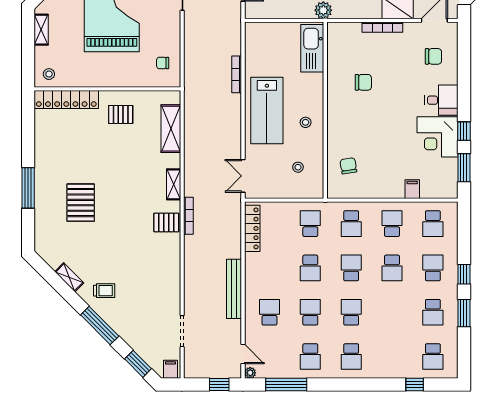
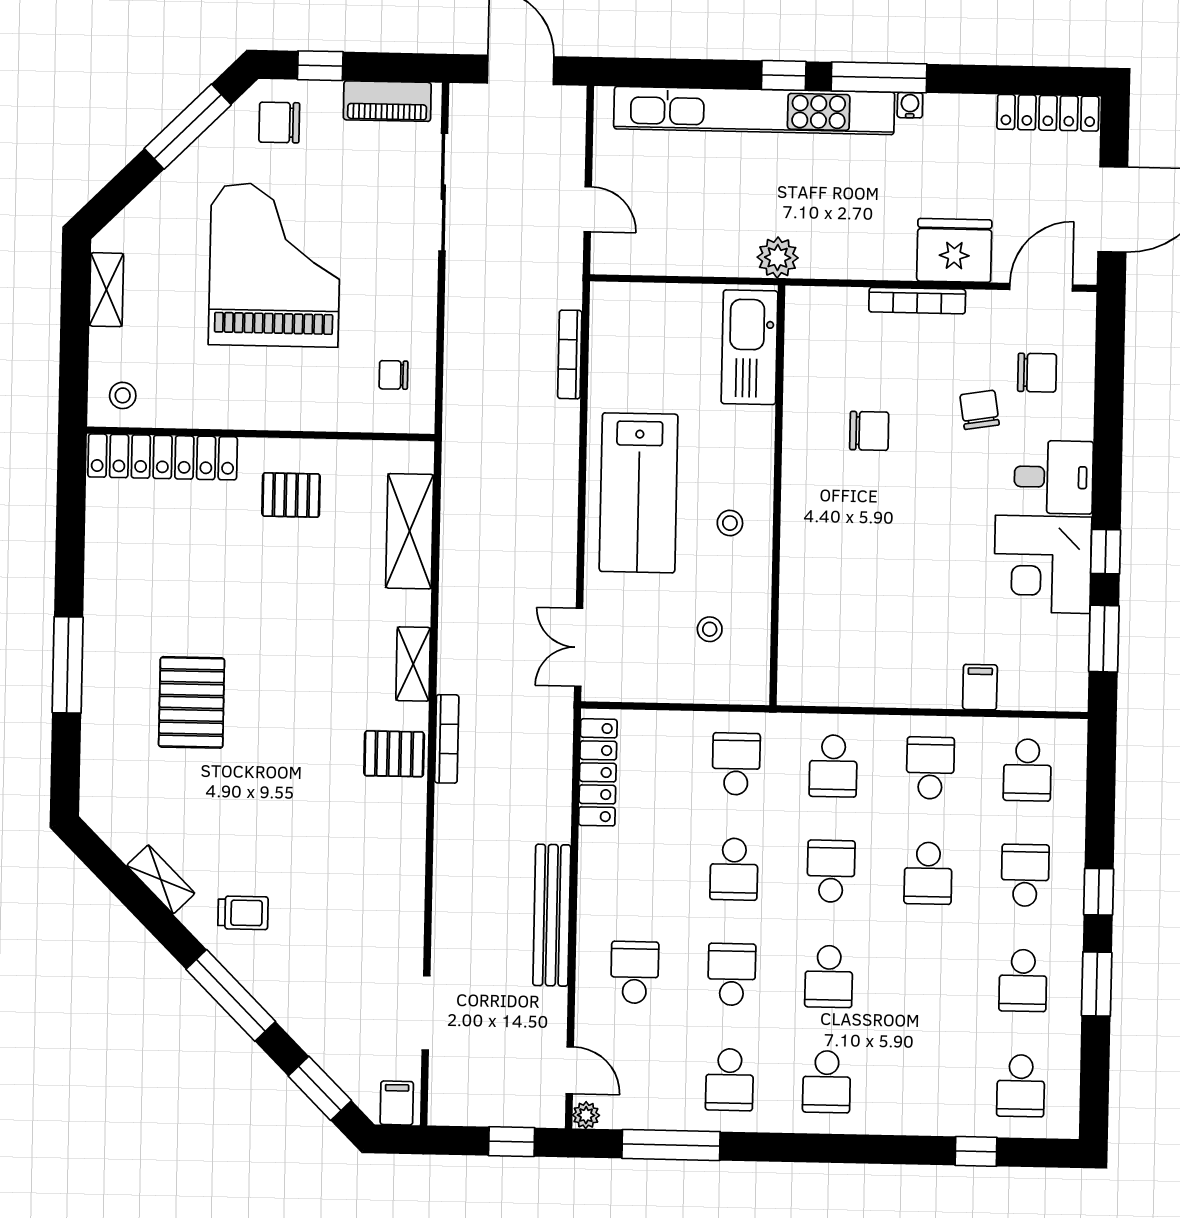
bookcase: (237, 74) -> (570, 354), moved
chair: (348, 166) -> (980, 410), moved
school desk: (351, 312) -> (829, 976), turned 180

